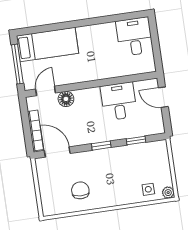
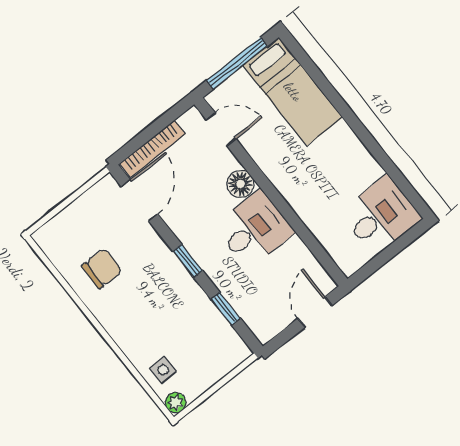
floor lamp: (66, 99) -> (240, 184), moved
desk: (119, 101) -> (254, 229), moved

